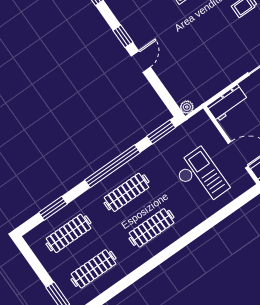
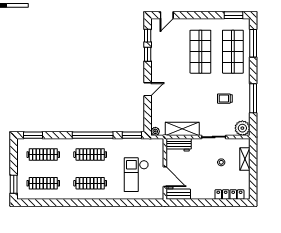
window: (123, 36) -> (148, 54), moved
shelving: (218, 81) -> (182, 129), added
checkout: (201, 177) -> (136, 175), turned 180
window: (53, 208) -> (33, 135), moved

